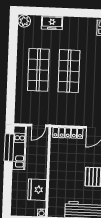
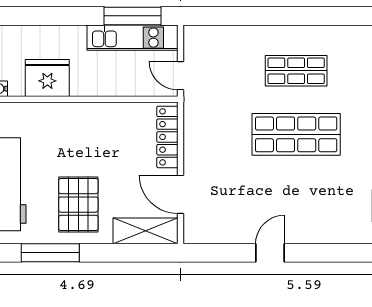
shop shelf: (38, 70) -> (296, 71), width x0.70, depth x0.74

